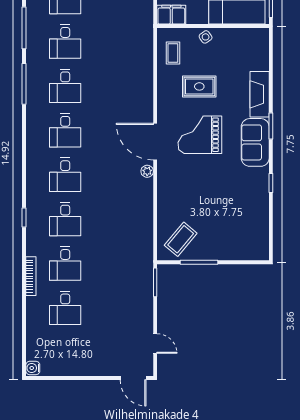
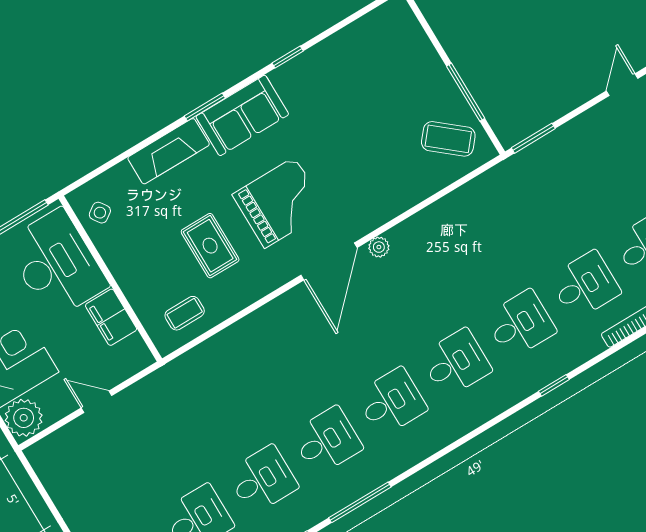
filing cabinet: (171, 15) -> (111, 317), moved
side table: (206, 37) -> (100, 213), moved
grand piano: (200, 135) -> (280, 203), turned -90

